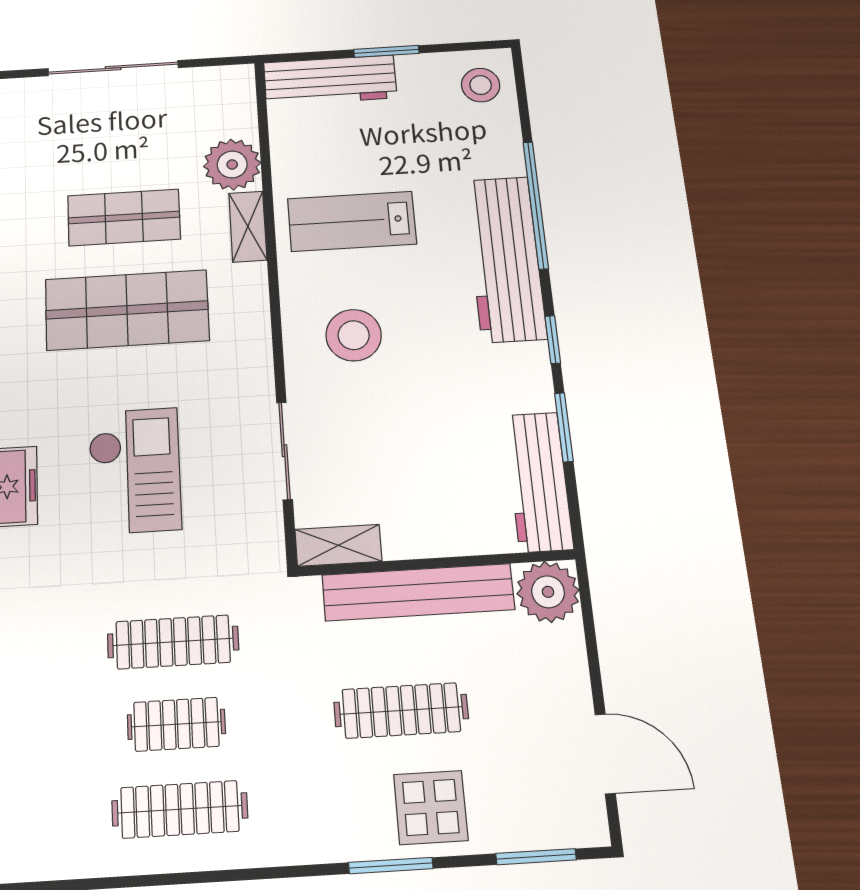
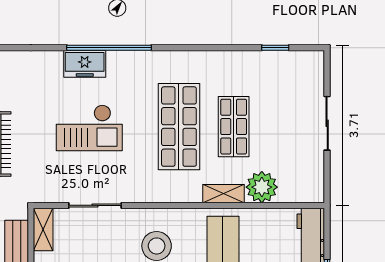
sliding door: (113, 68) -> (327, 123), width x0.73

